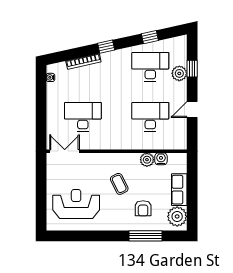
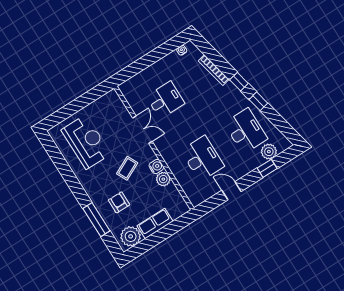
window: (150, 37) -> (258, 101), moved
plant: (179, 73) -> (269, 152), moved
desk: (83, 117) -> (165, 100), width x0.73
double door: (65, 151) -> (142, 130), moved
water cooler: (161, 159) -> (156, 166), moved
armchair: (143, 208) -> (119, 202), turned 90

